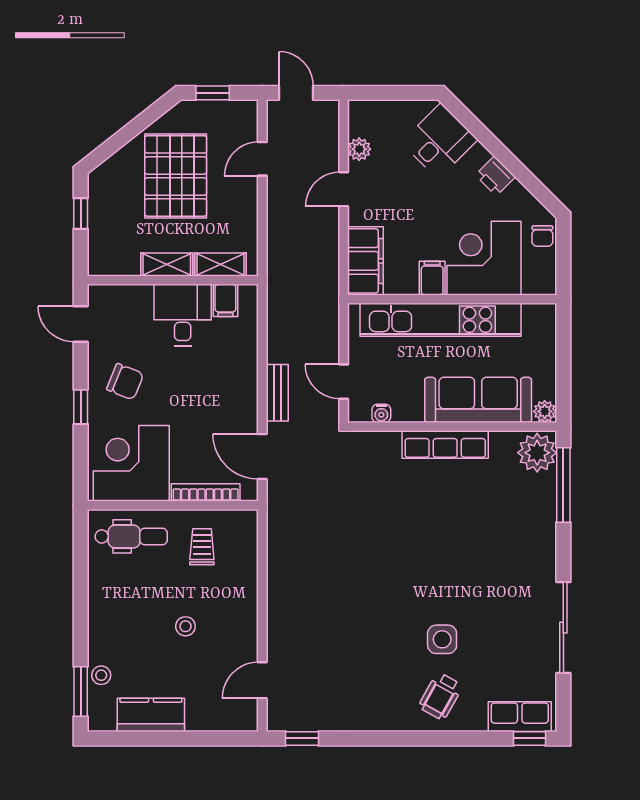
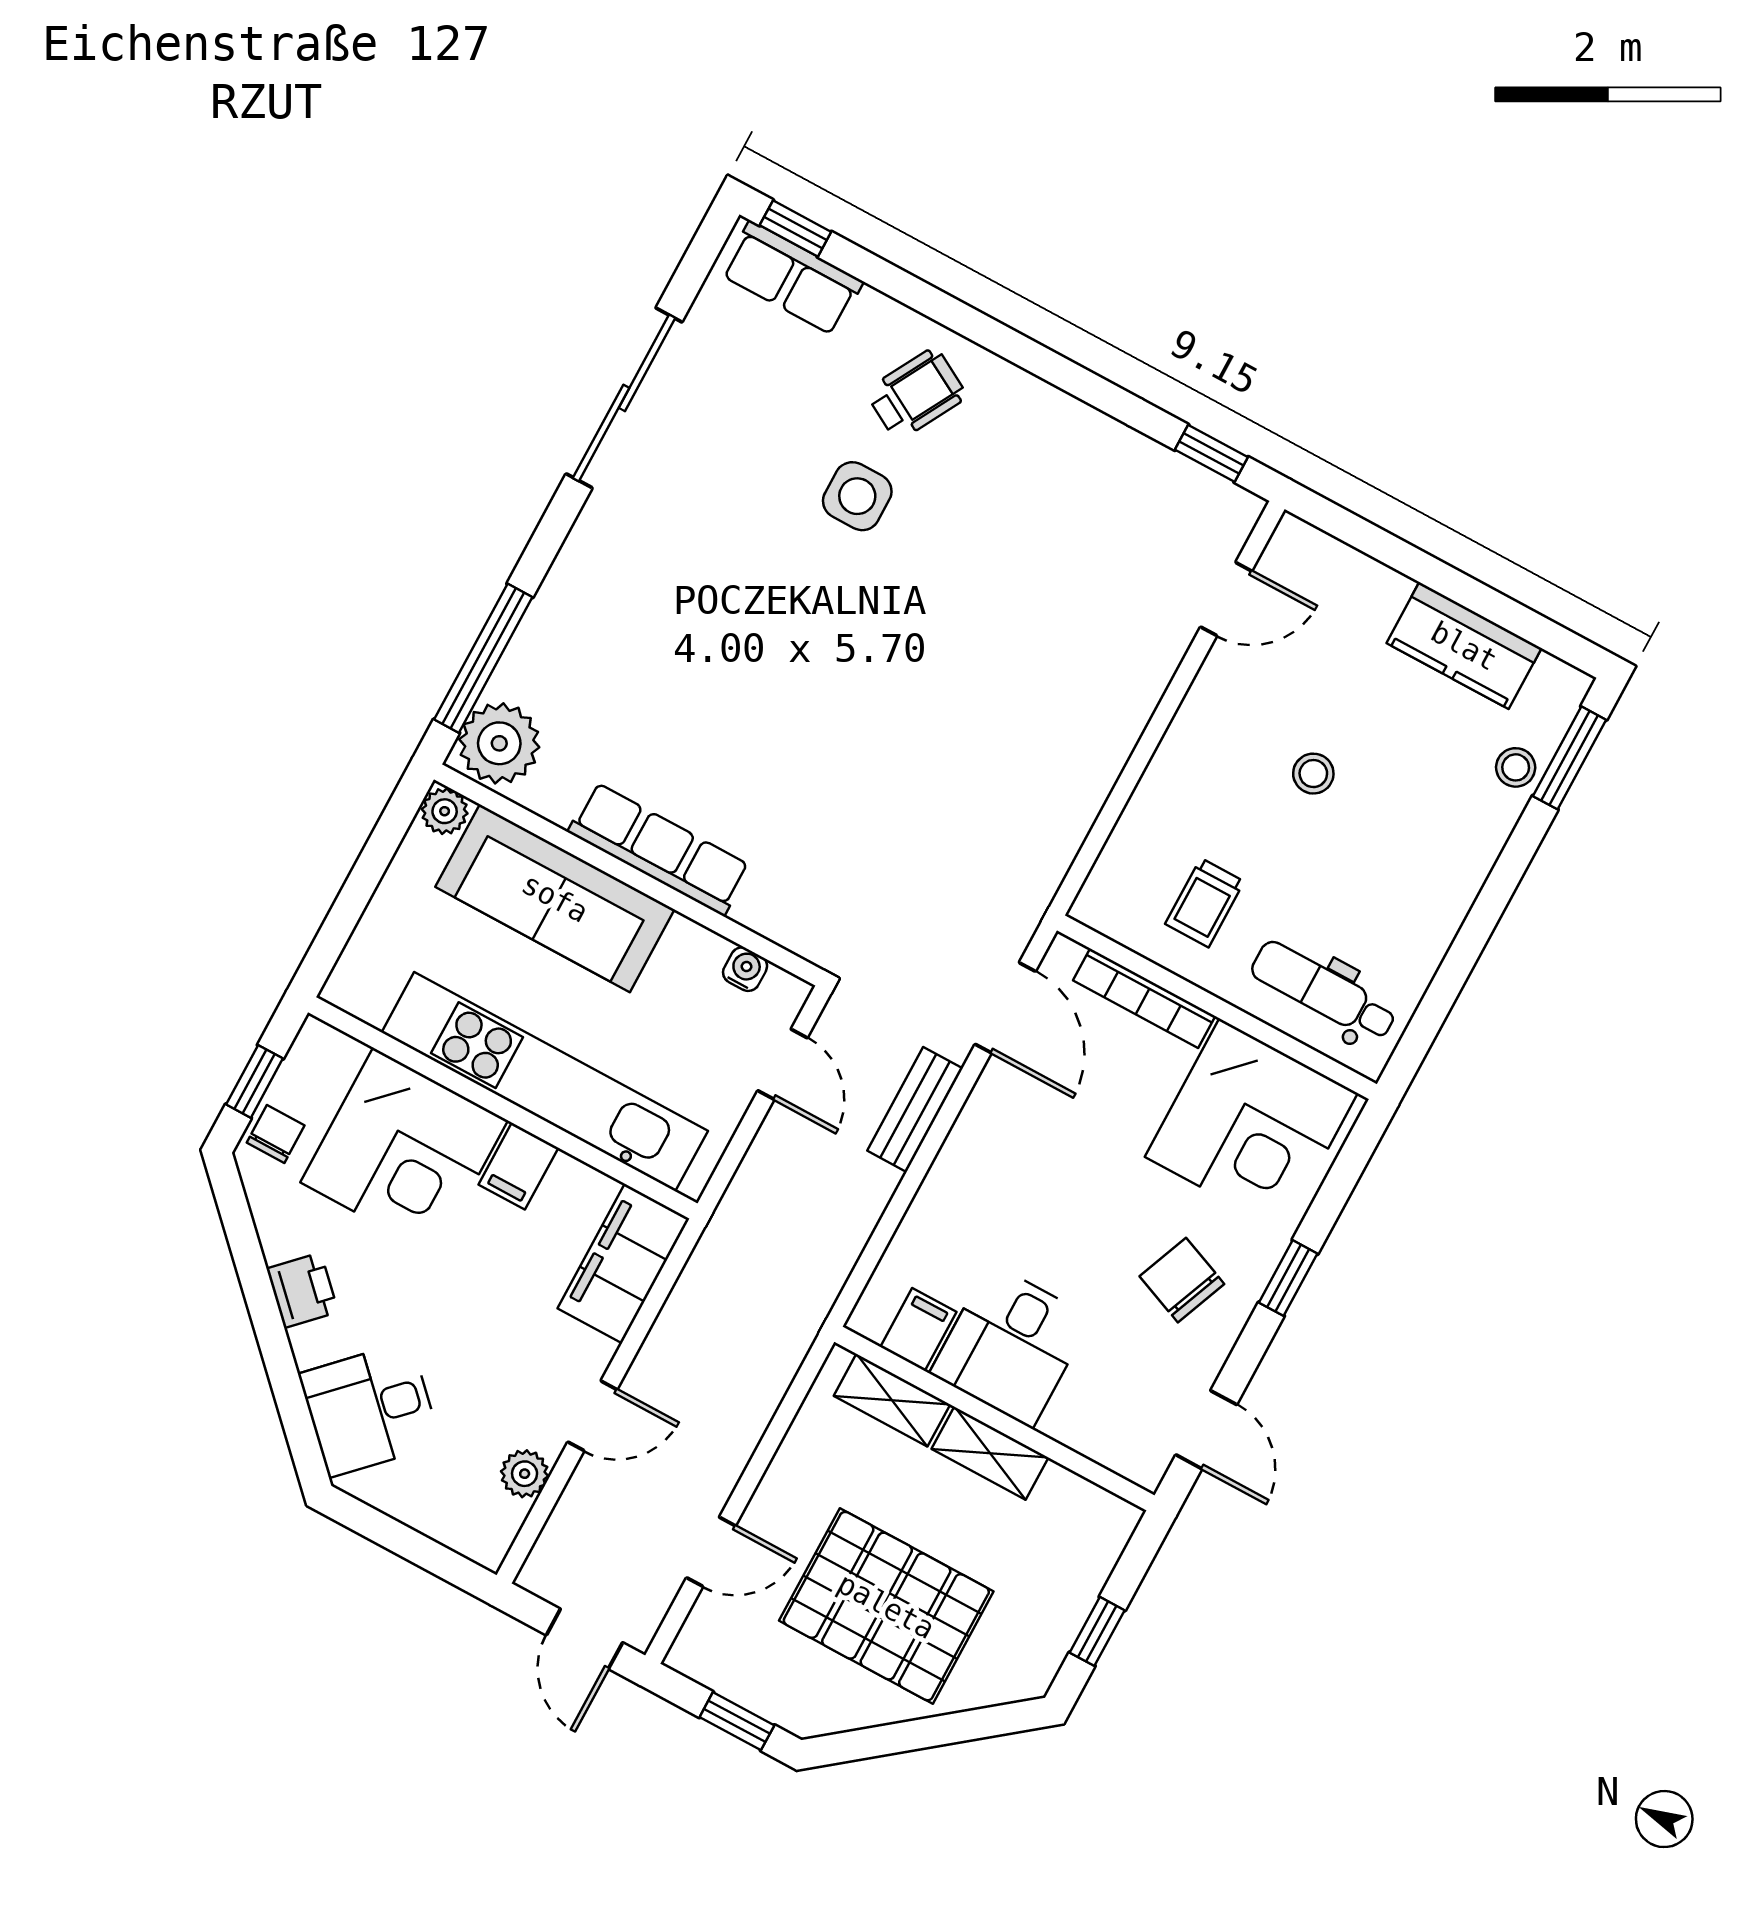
pallet: (176, 176) -> (886, 1606), turned 90
window: (563, 253) -> (254, 1081), added

